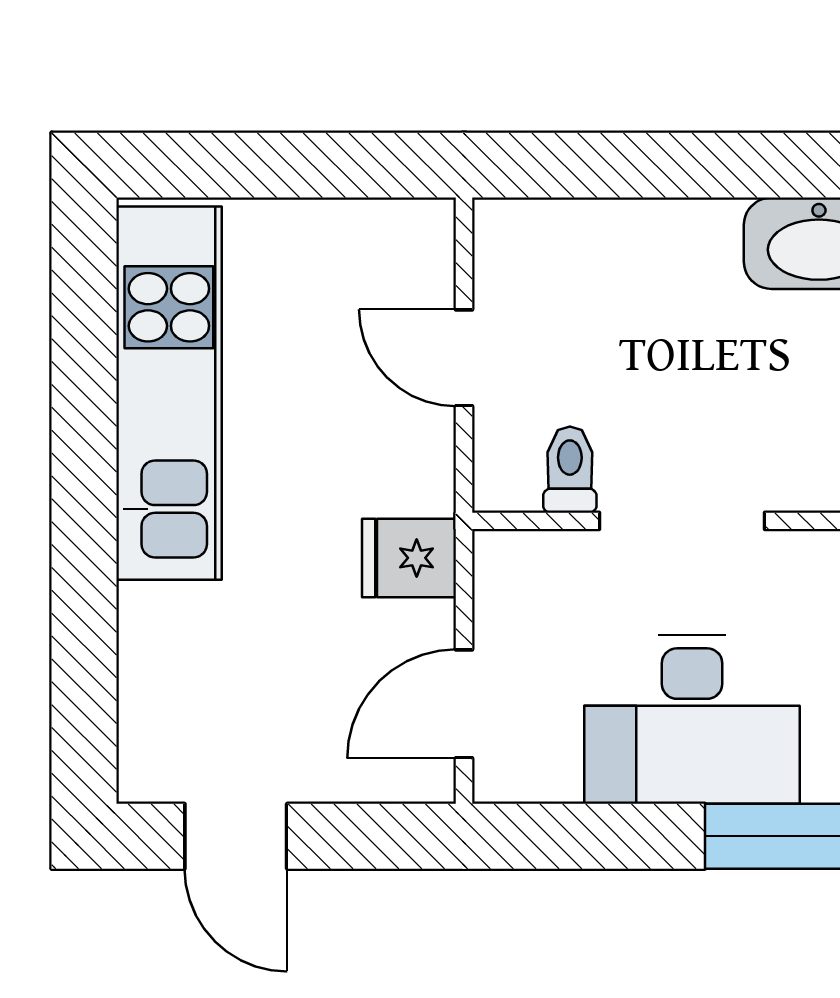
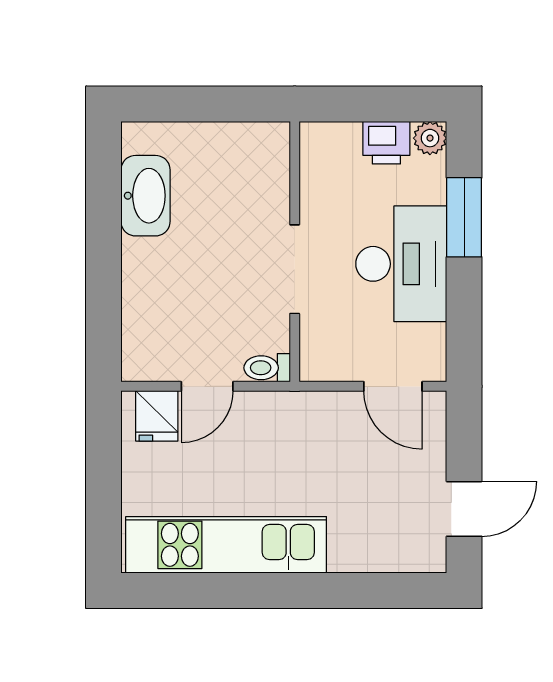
toilet: (570, 470) -> (267, 368), moved
fridge: (409, 558) -> (157, 416), moved

